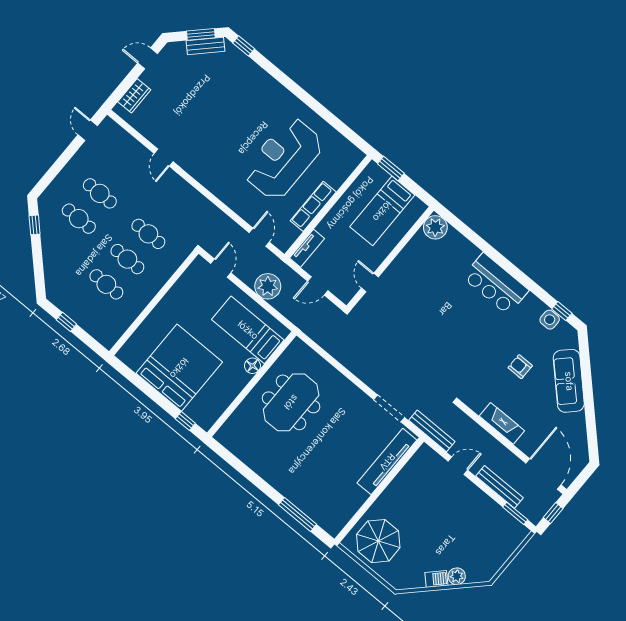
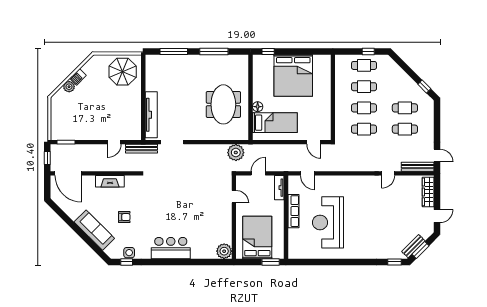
wardrobe: (134, 96) -> (428, 192), width x1.50
door: (164, 157) -> (388, 173), swing flipped
reception desk: (284, 159) -> (328, 222), turned 180
bed: (382, 211) -> (257, 237), width x1.50
plant: (268, 286) -> (236, 153), moved
cafe table: (85, 310) -> (364, 65), added
window: (250, 475) -> (214, 51), added
bench: (499, 487) -> (418, 167), moved

